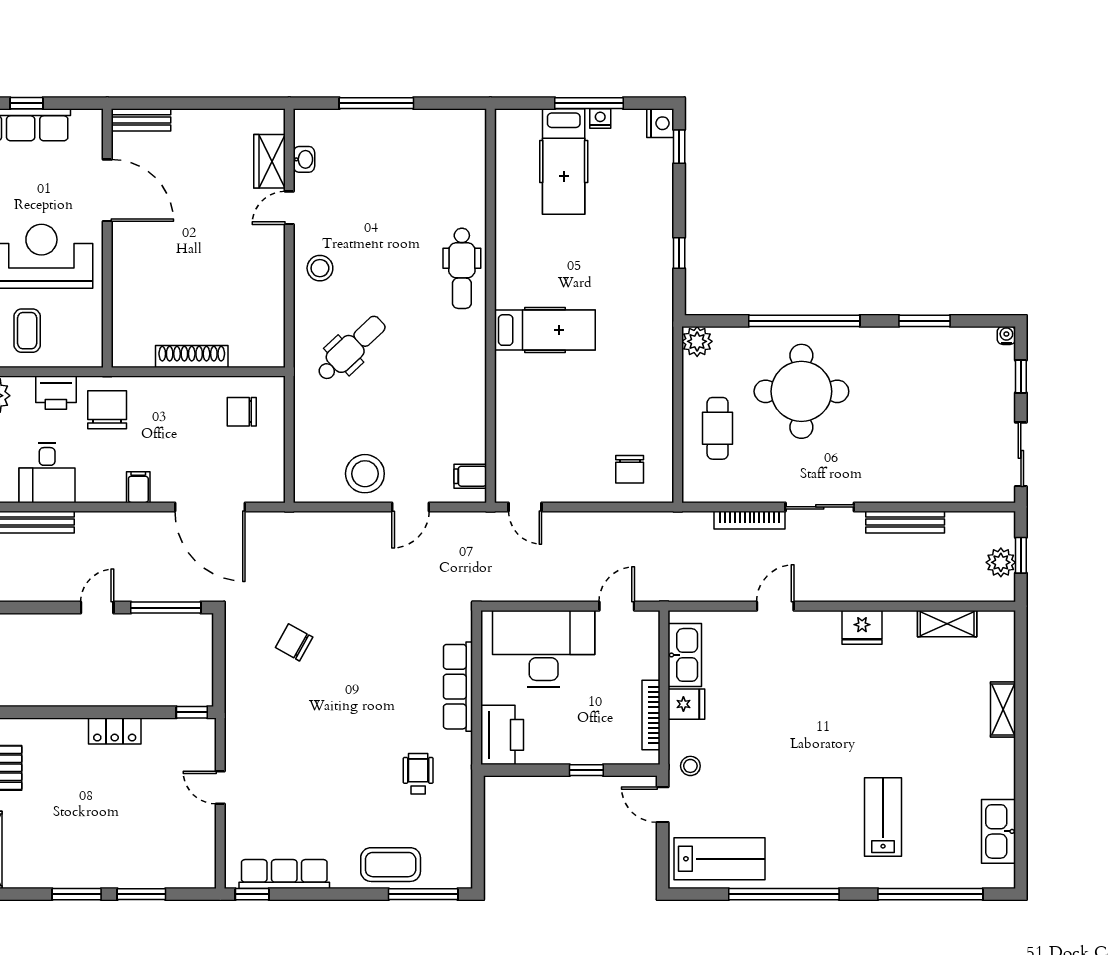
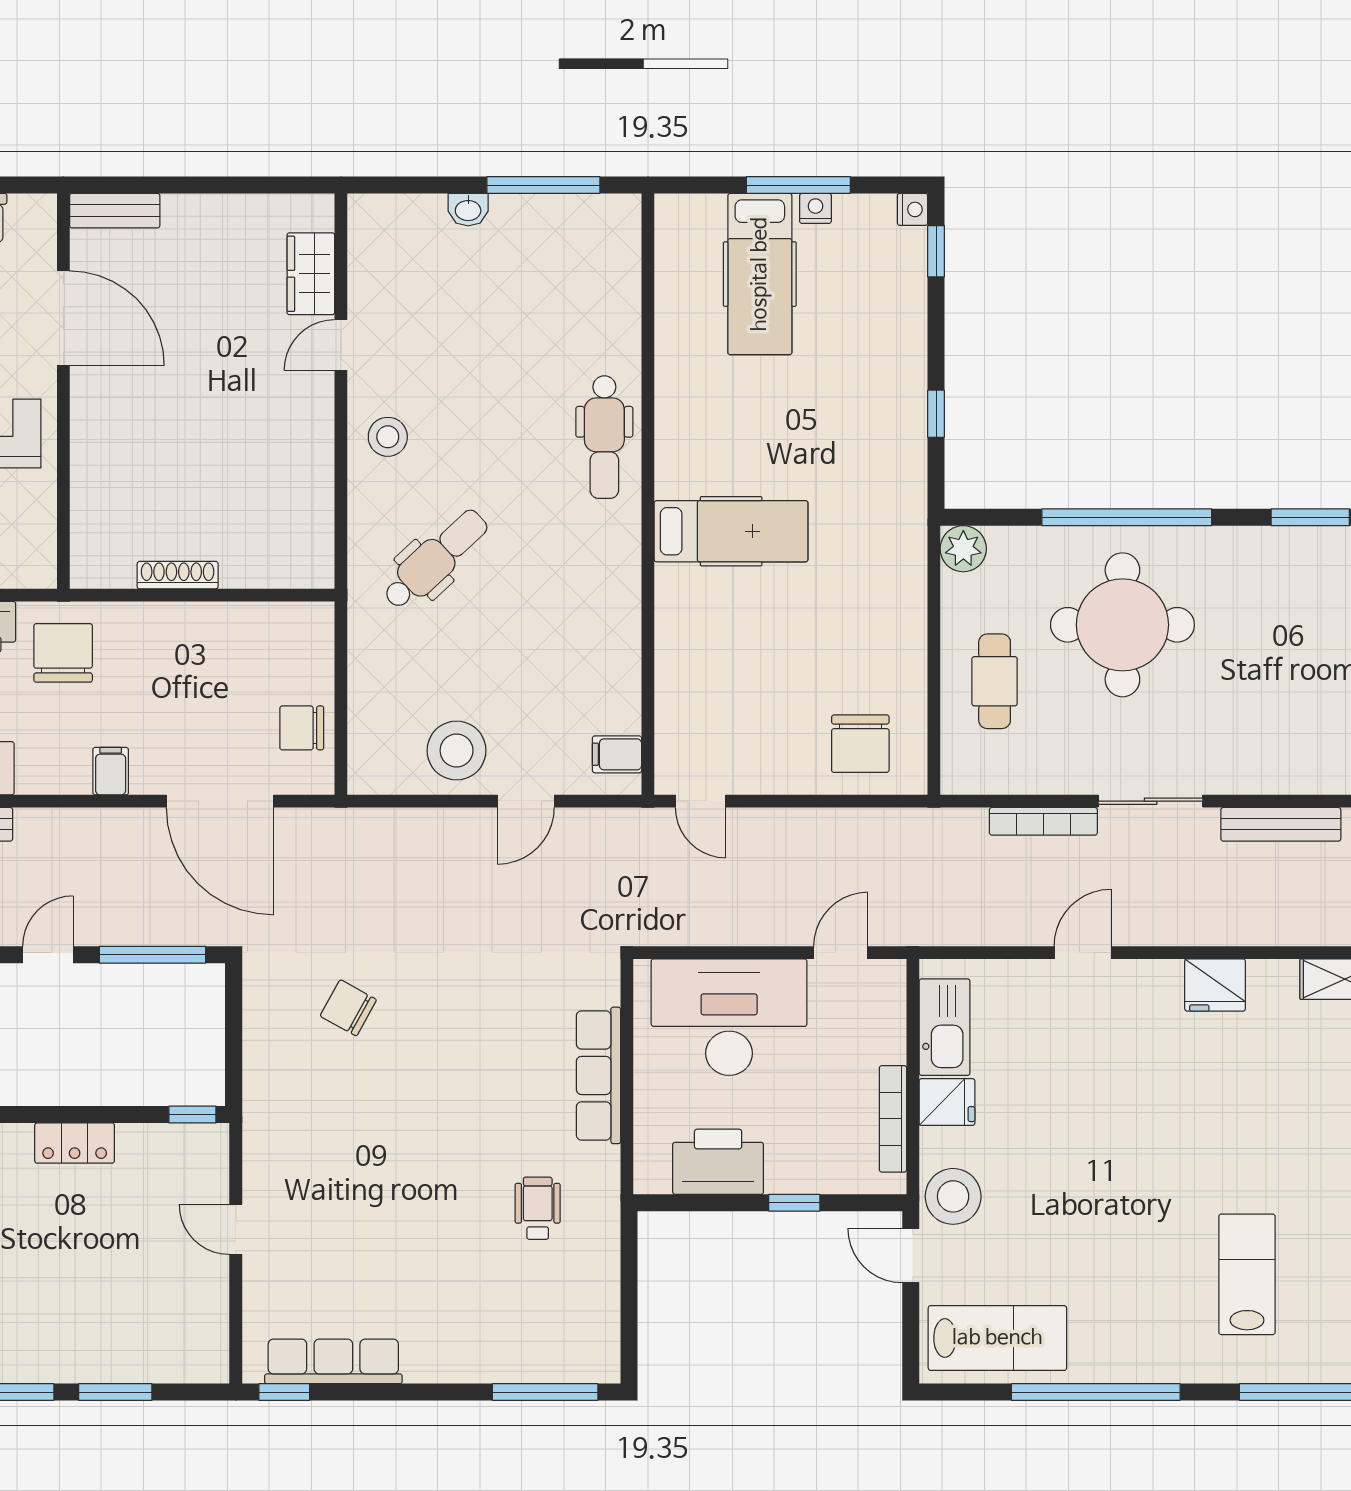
window: (376, 103) -> (543, 185), moved
nightstand: (660, 123) -> (913, 209), width x0.72, depth x0.74
washbasin: (304, 159) -> (468, 210), moved, turned 90
shoe rack: (192, 357) -> (178, 575), width x0.74, depth x0.81
chair: (242, 412) -> (302, 728), moved
chair: (630, 469) -> (860, 744), width x1.37, depth x1.37
printer: (502, 735) -> (718, 1162), moved, turned -90
stool: (690, 766) -> (953, 1196), width x1.89, depth x1.89
coffee table: (391, 865) -> (496, 1347), removed

